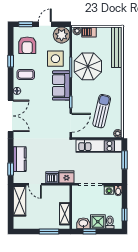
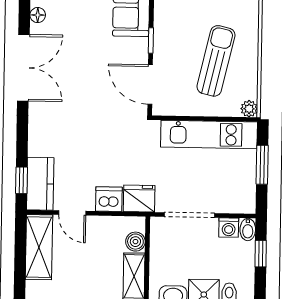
door: (71, 123) -> (150, 84), swing flipped
kitchen counter: (20, 159) -> (40, 184), moved
boiler: (65, 197) -> (135, 242), added
window: (124, 215) -> (261, 254), moved

